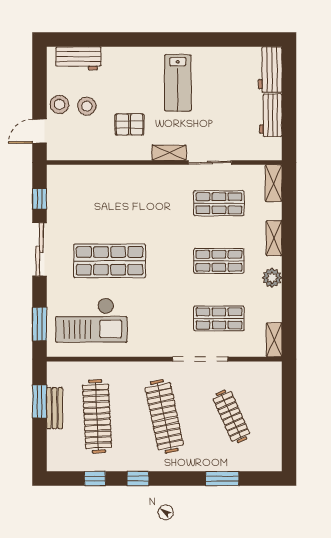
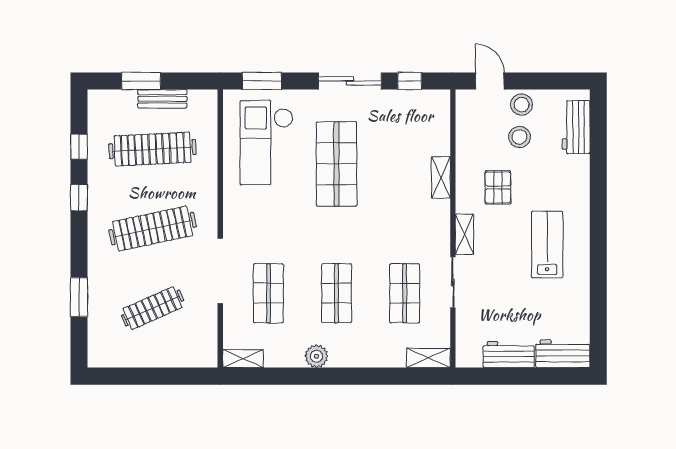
lab bench: (178, 83) -> (547, 245), turned 90
shelving: (274, 238) -> (441, 177), moved, turned 90
window: (40, 402) -> (141, 81), moved

